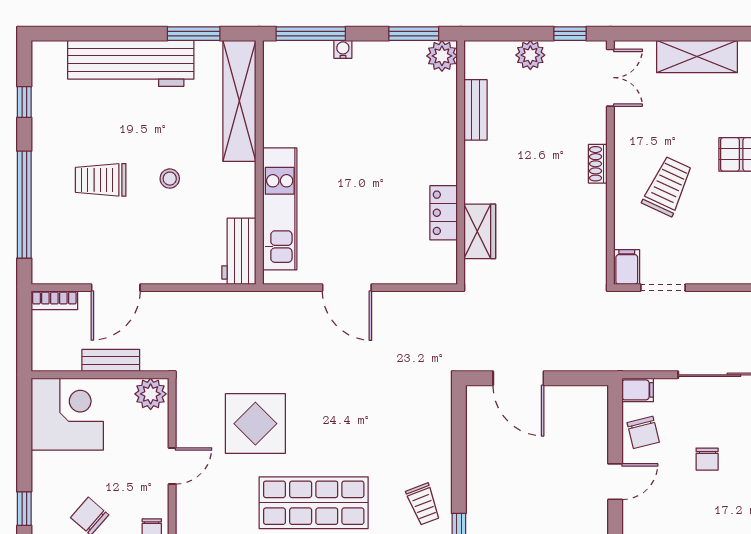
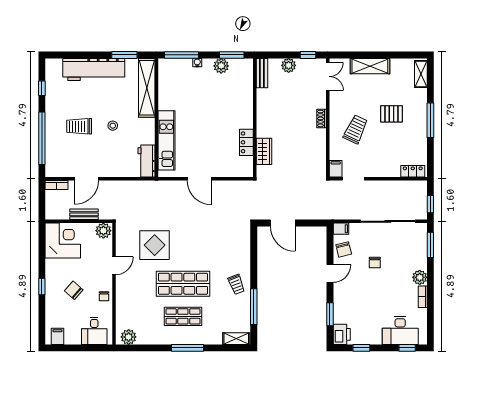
plant: (442, 56) -> (221, 66), moved
bench: (476, 110) -> (262, 73), moved

